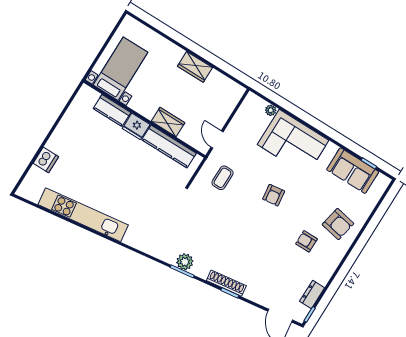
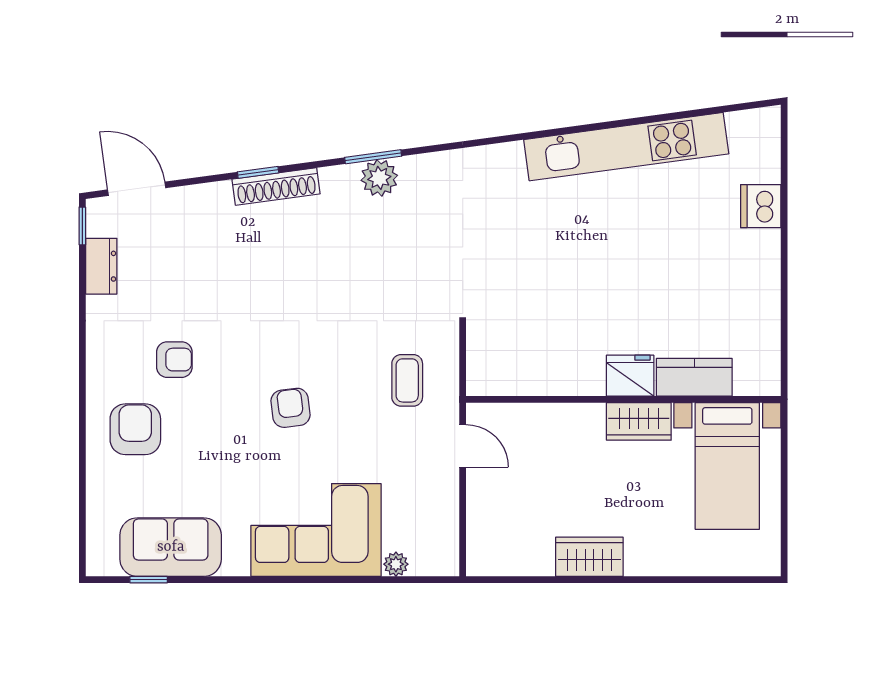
wardrobe: (168, 122) -> (639, 421), moved
kitchen counter: (169, 147) -> (545, 376), removed
armchair: (338, 224) -> (135, 429), turned 79

